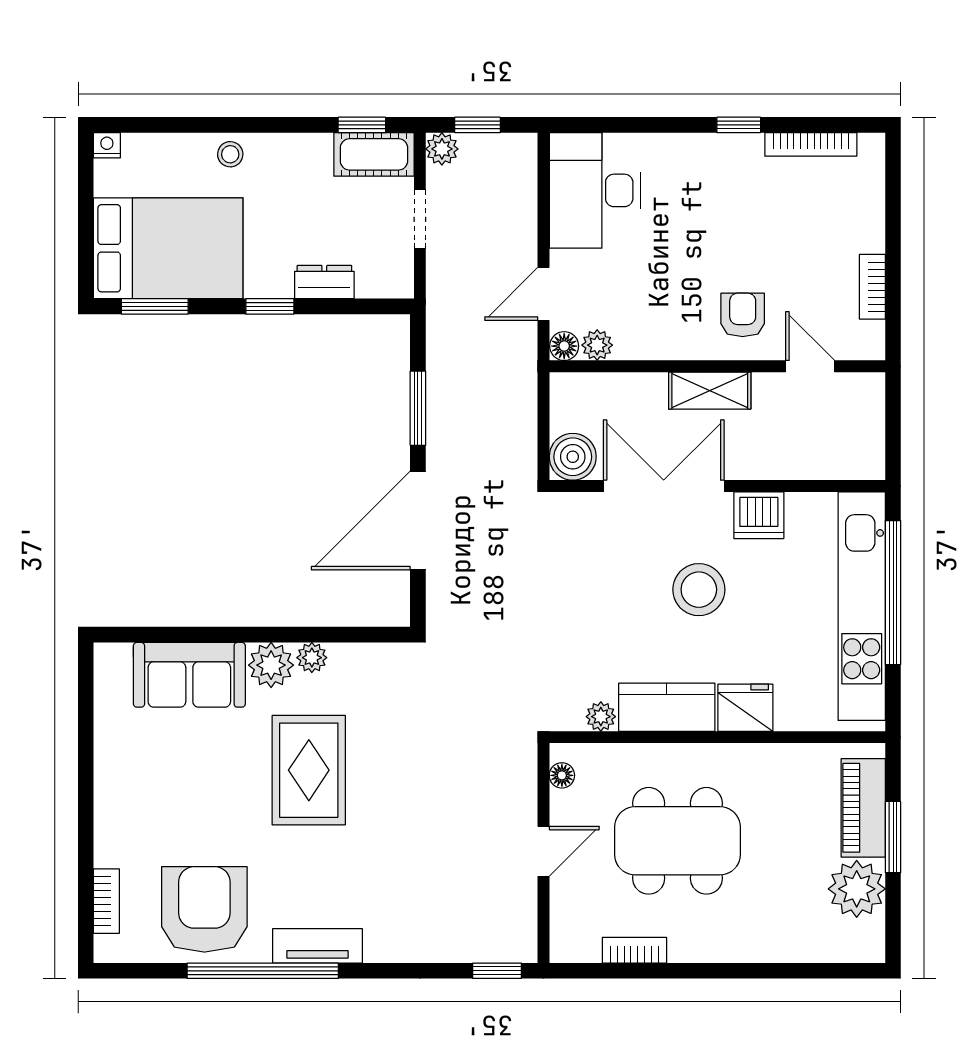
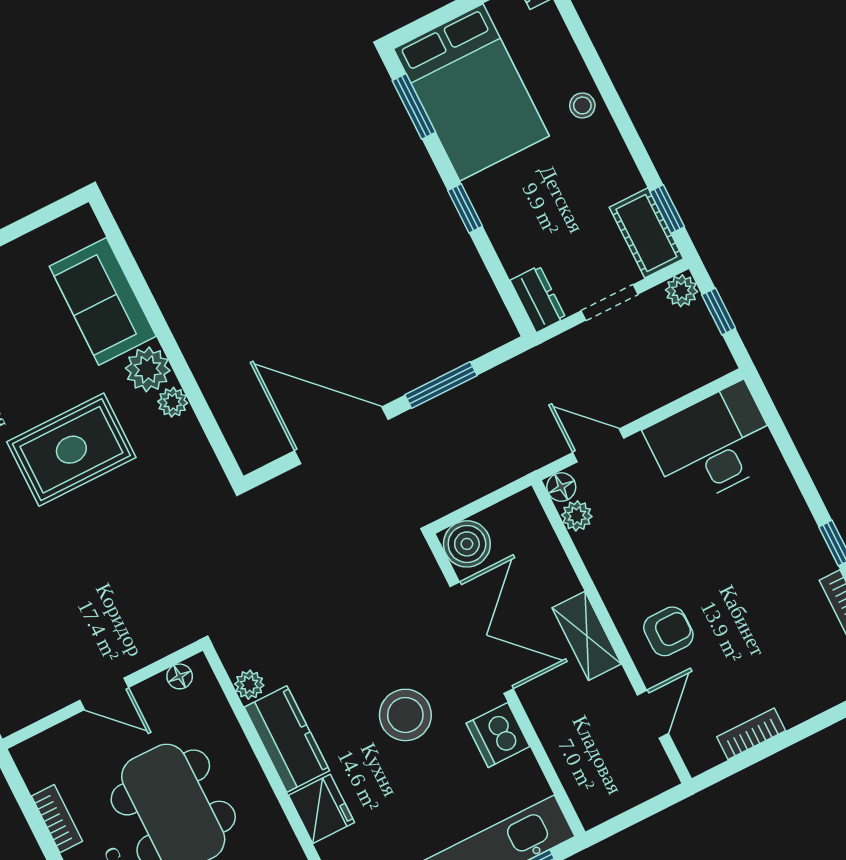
dresser: (324, 282) -> (538, 299), moved

